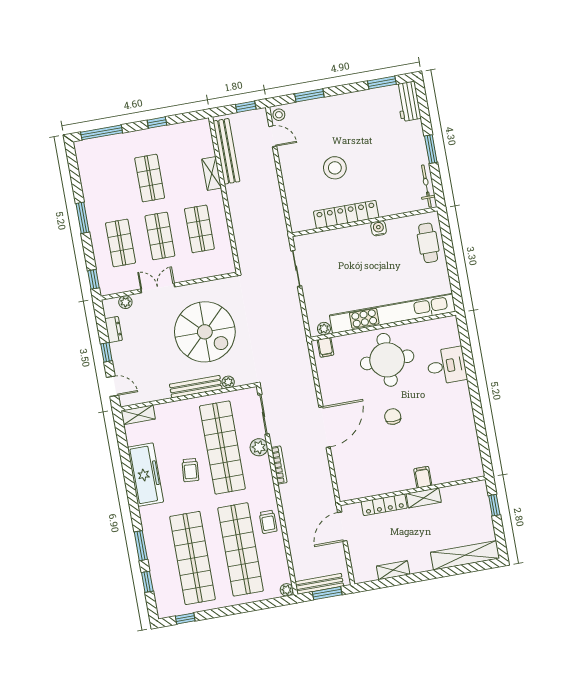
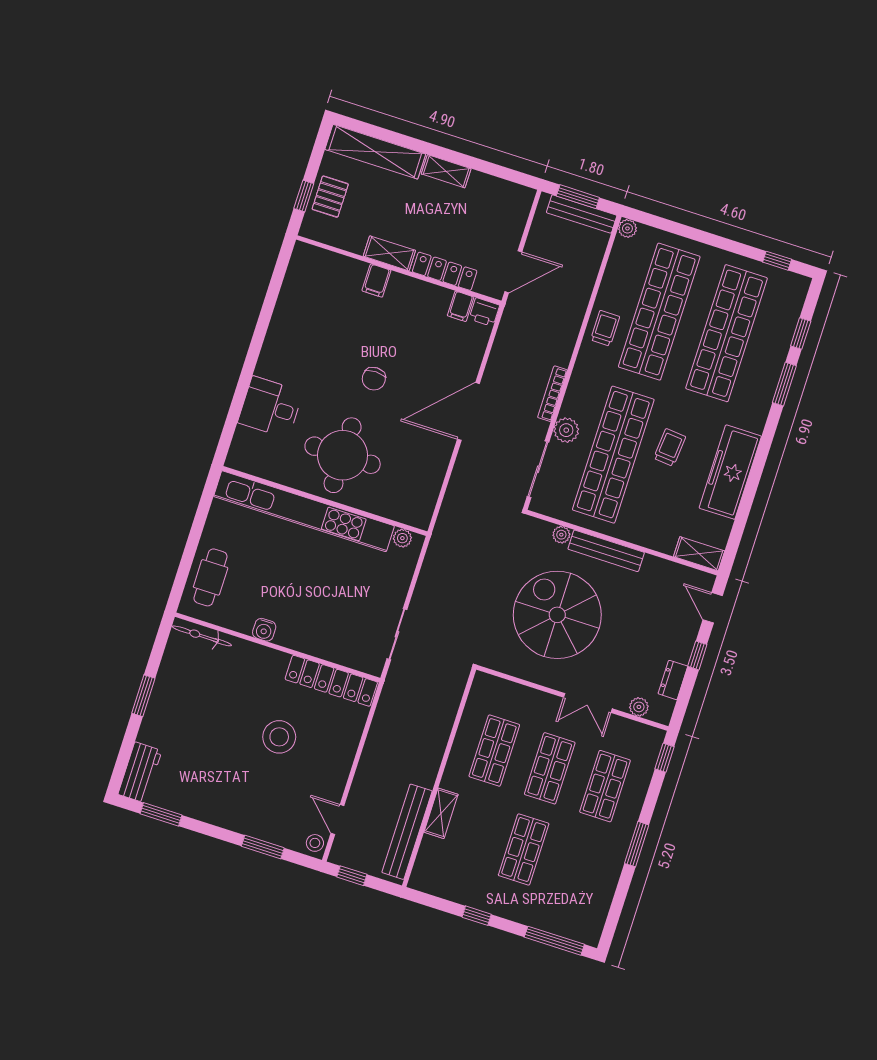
bicycle: (426, 186) -> (202, 636), moved, turned 90
locker: (346, 214) -> (331, 681), moved
filing cabinet: (326, 347) -> (461, 306), moved, turned 180
printer: (347, 493) -> (484, 312), added
pallet: (478, 513) -> (330, 197), added
shelving: (393, 570) -> (446, 171), moved

